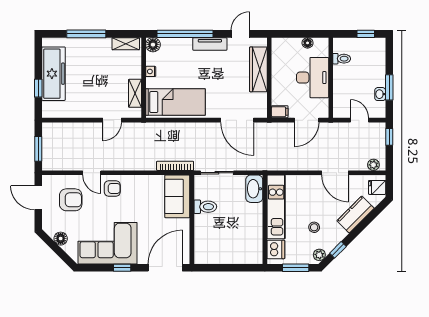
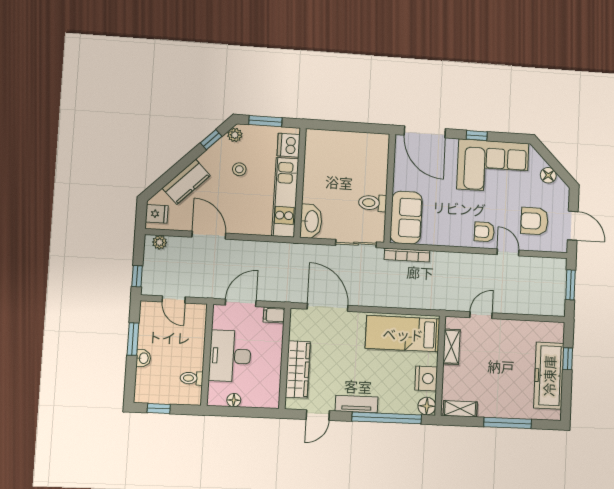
nightstand: (151, 71) -> (426, 378), width x1.89, depth x1.79
washbasin: (380, 94) -> (143, 358), moved
door: (165, 268) -> (425, 132), hinge flipped

